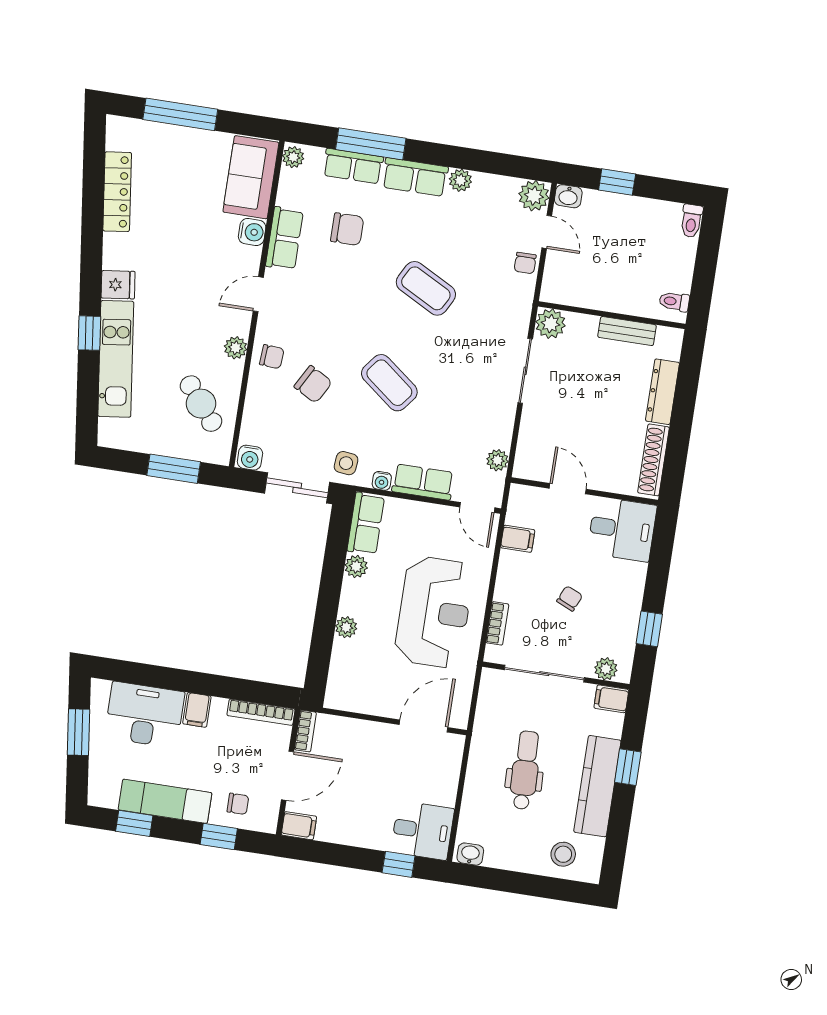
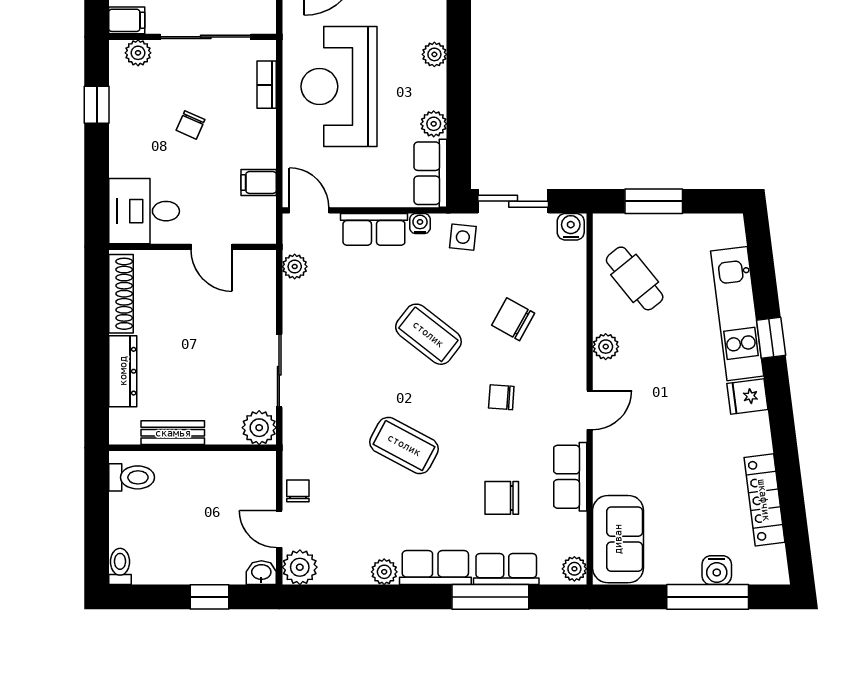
water cooler: (252, 232) -> (717, 570), moved, turned -90
toilet: (674, 302) -> (132, 477), width x1.37, depth x1.39
chair: (272, 357) -> (501, 397), moved

